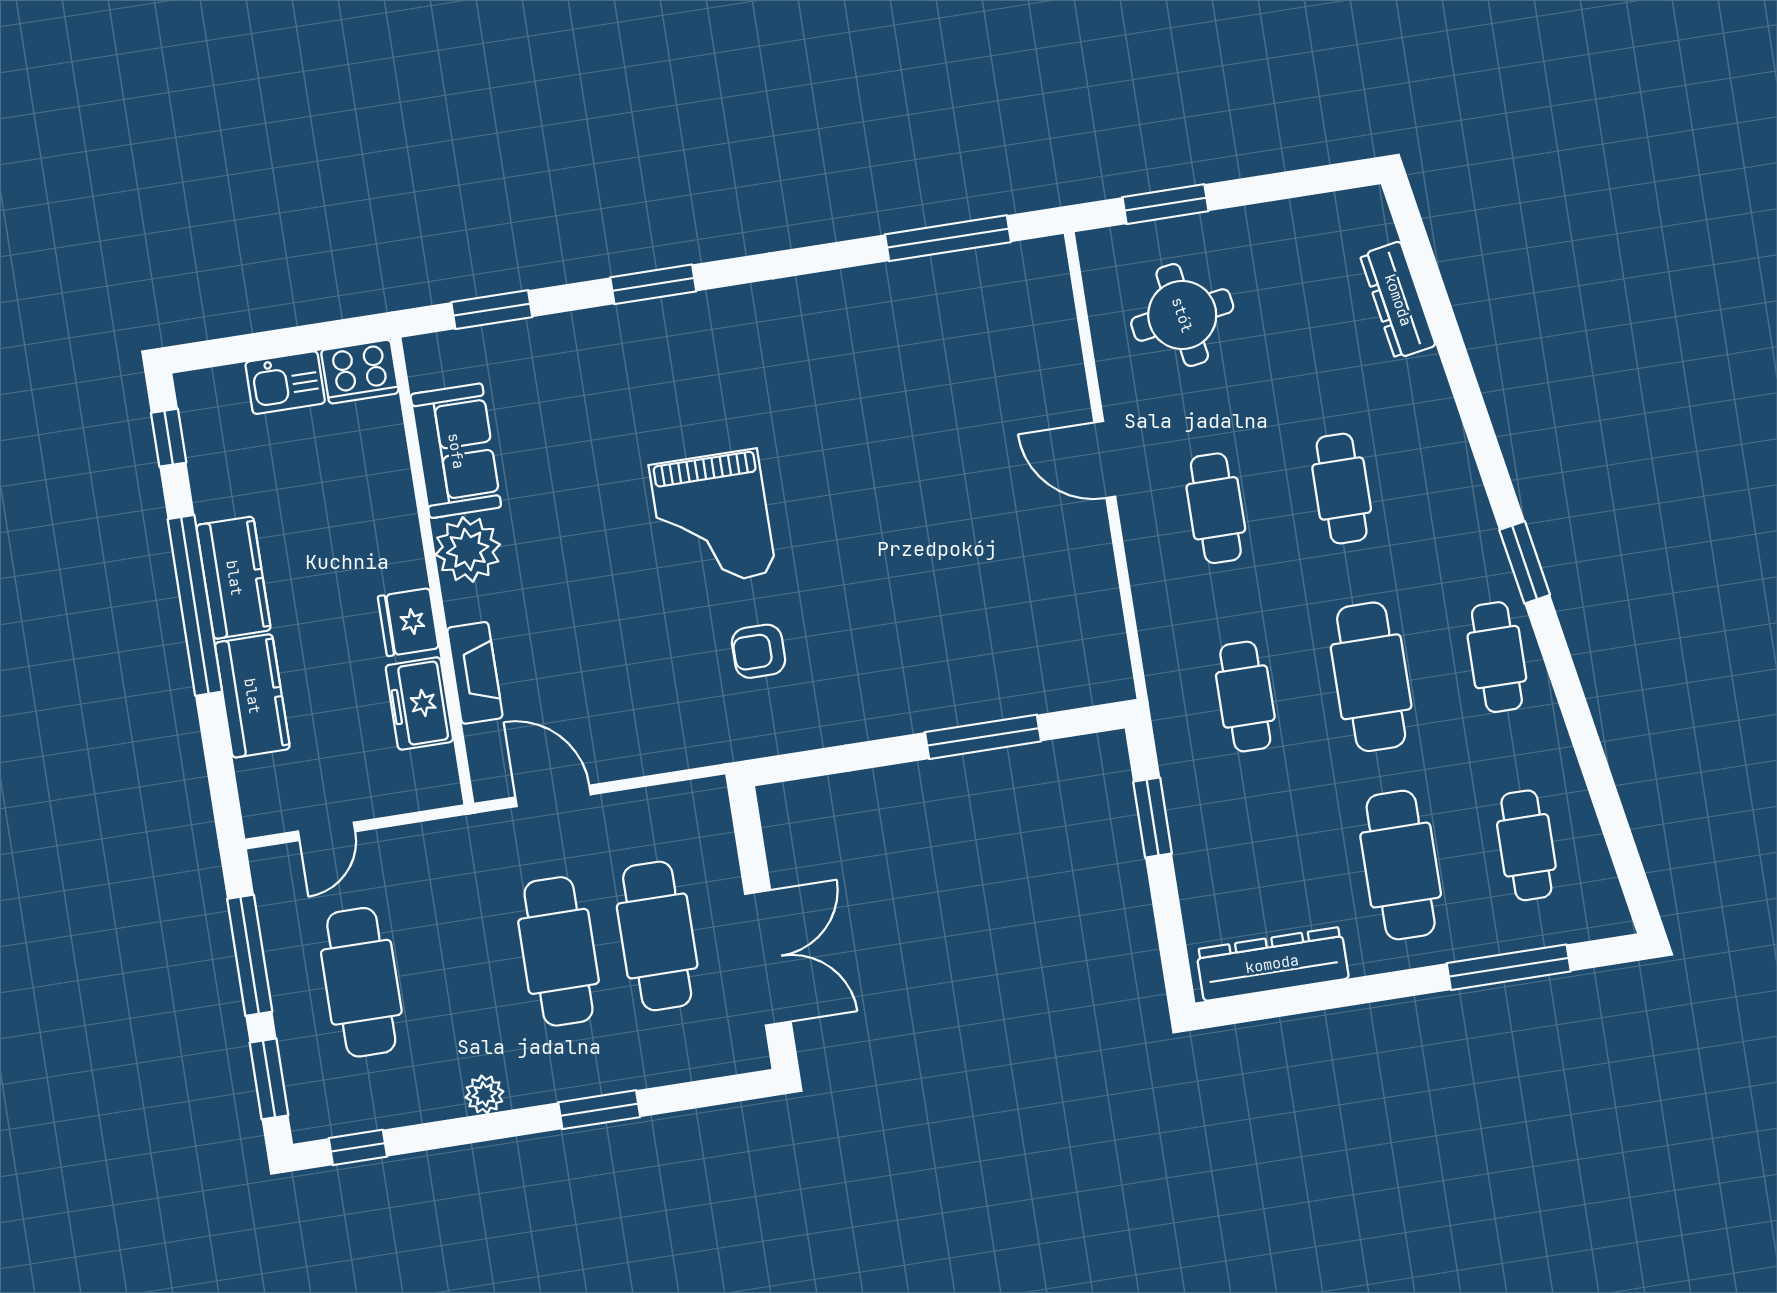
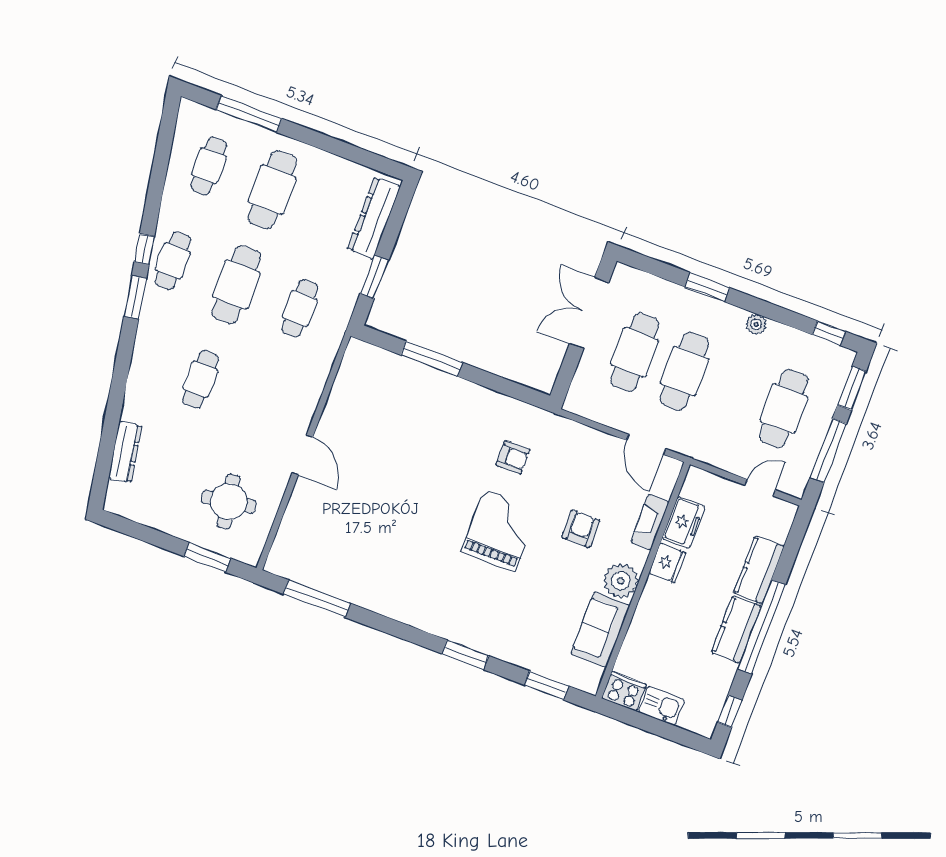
cafe table: (1216, 508) -> (264, 403), removed
armchair: (581, 597) -> (581, 529), added
window: (1554, 649) -> (144, 249), added
dresser: (1272, 964) -> (374, 218), moved, turned 90

